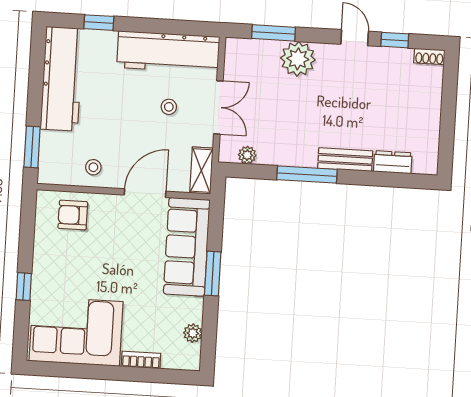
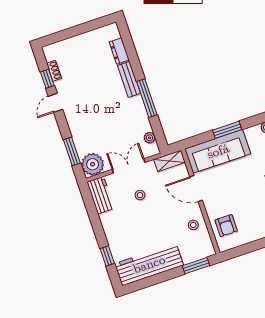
workbench: (168, 52) -> (101, 195), width x0.53, depth x0.76
shoe rack: (429, 56) -> (54, 71), moved
plant: (298, 59) -> (93, 164), moved

